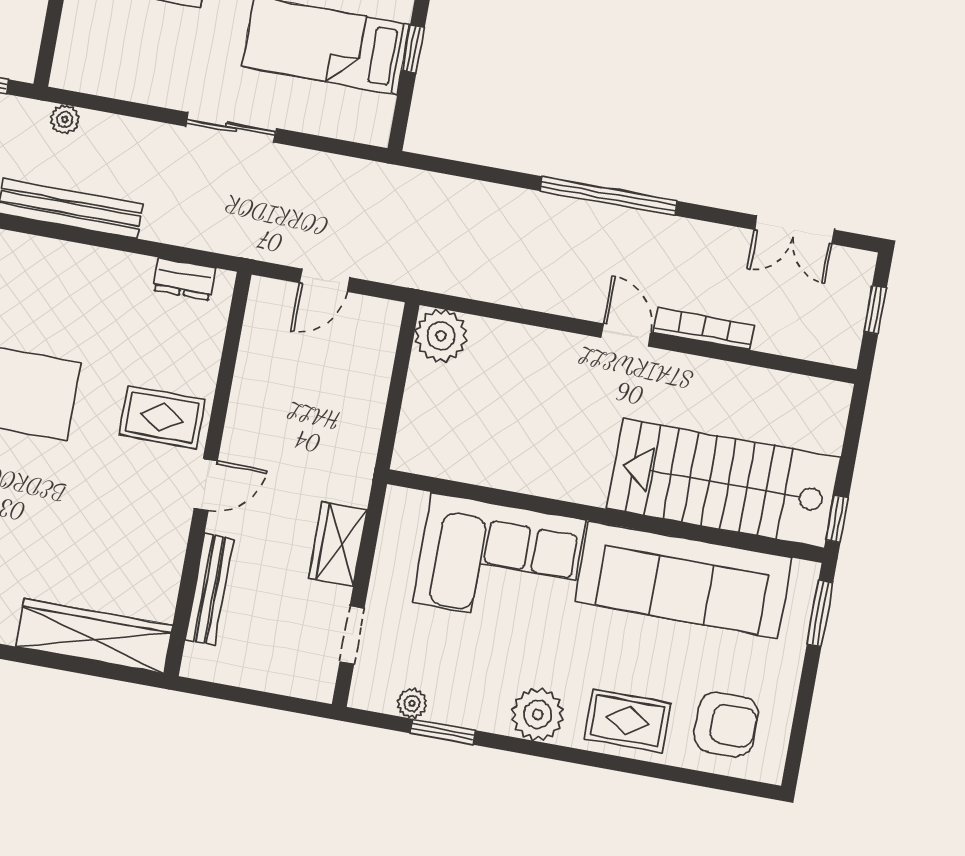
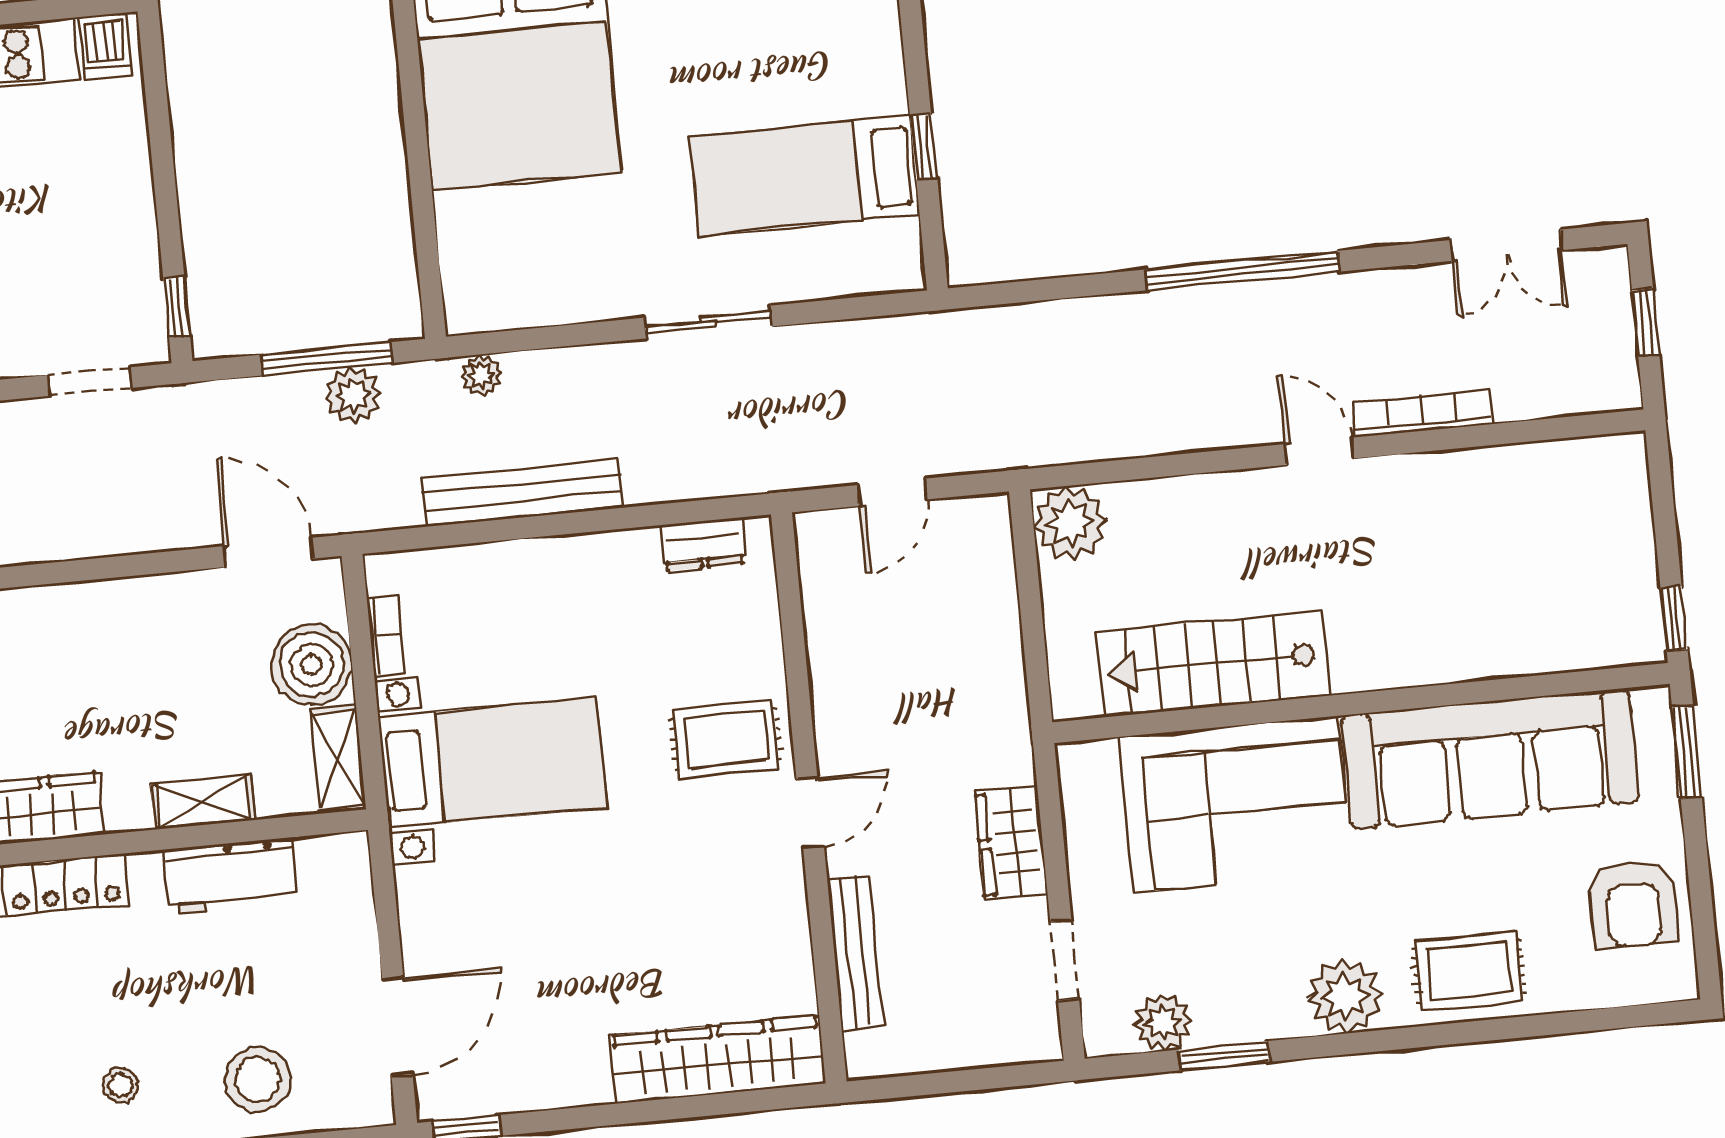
stairs: (724, 483) -> (1213, 664), moved, width x0.73, depth x0.66
plant: (412, 703) -> (1163, 1022), width x1.38, depth x1.38
armchair: (726, 724) -> (1633, 903), moved, turned 90

